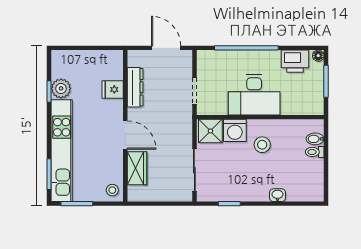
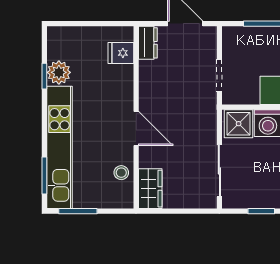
dresser: (135, 87) -> (148, 43), moved, width x0.70
fridge: (113, 89) -> (121, 53), moved
wardrobe: (137, 168) -> (150, 189), moved
stool: (112, 190) -> (121, 173), moved

